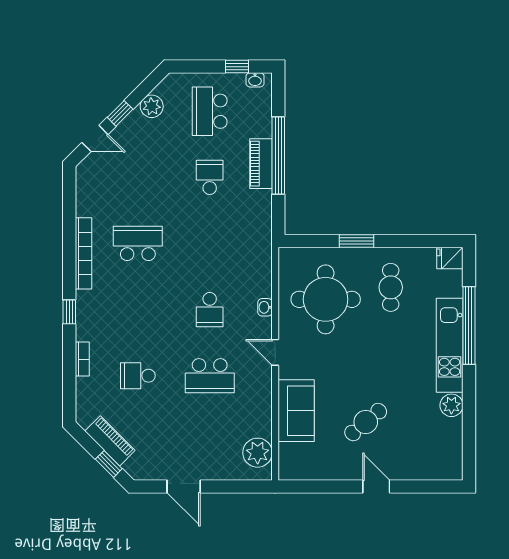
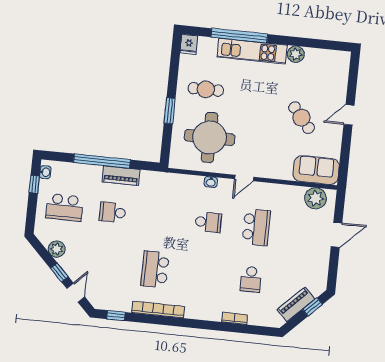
piano: (261, 164) -> (121, 176), moved
window: (69, 312) -> (116, 316), moved
sofa: (296, 411) -> (316, 170), moved
door: (184, 487) -> (337, 235), moved

